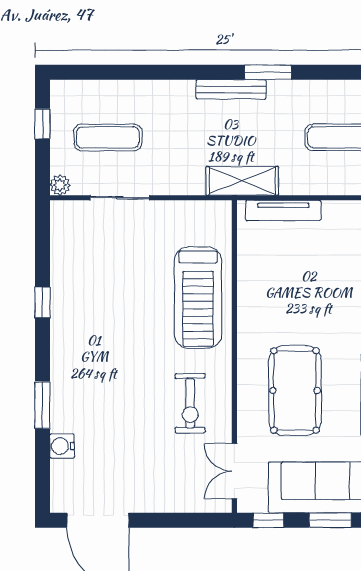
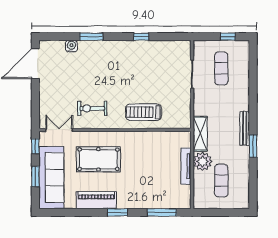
plant: (60, 185) -> (203, 162), moved, width x1.88, depth x1.88
tv unit: (283, 210) -> (186, 166), moved
treadmill: (198, 298) -> (144, 112), width x0.73, depth x0.73

